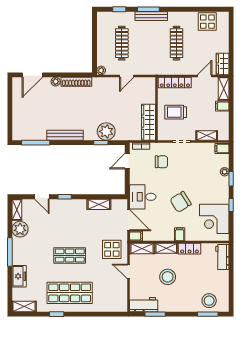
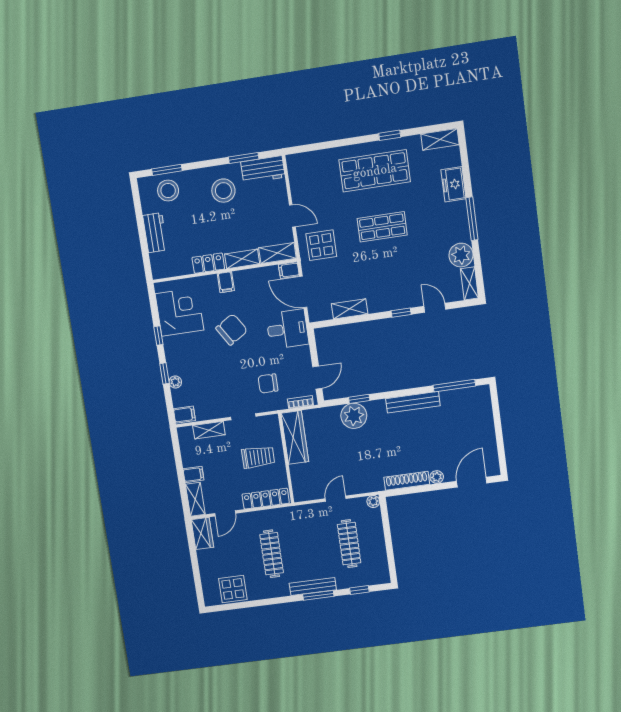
workbench: (222, 257) -> (155, 233), moved
stool: (168, 277) -> (223, 191), moved

